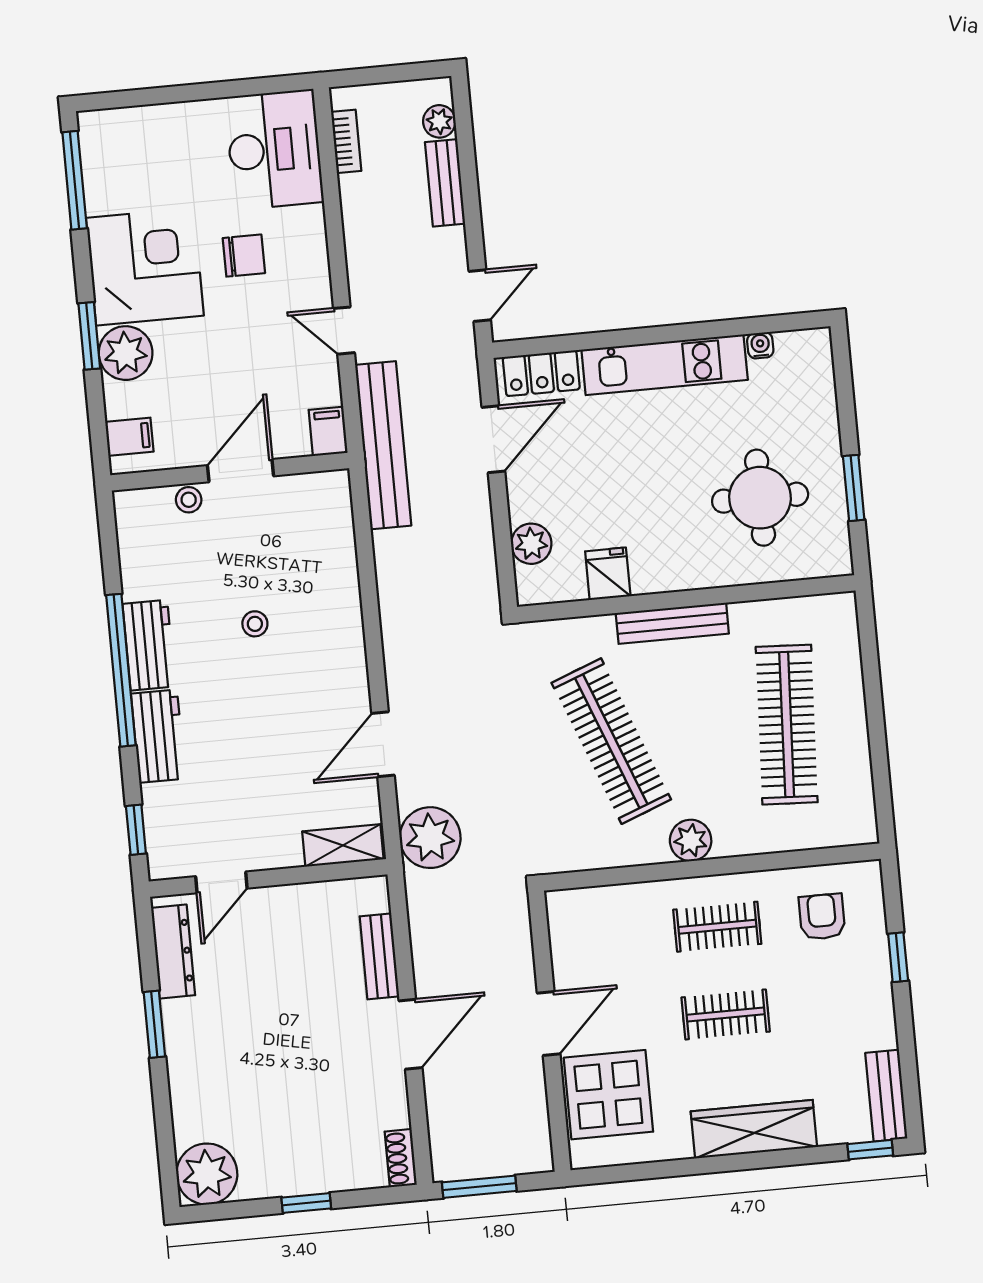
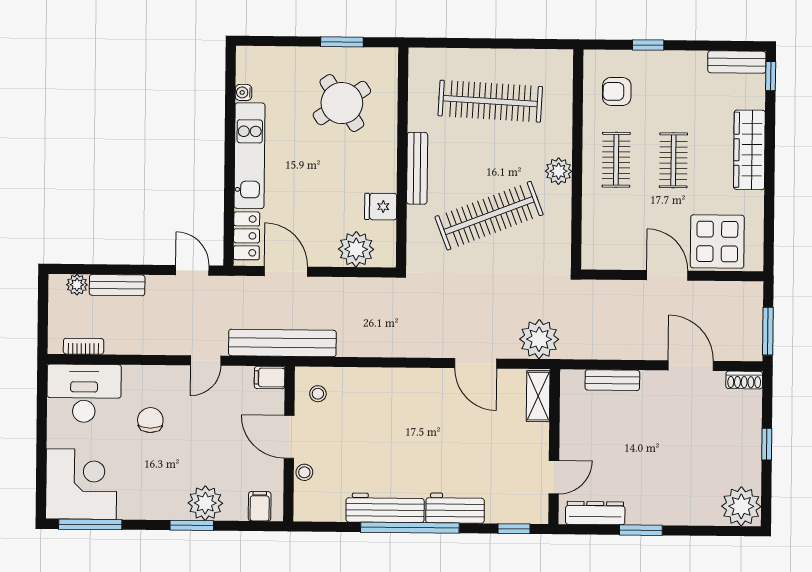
corner desk: (145, 267) -> (81, 484), moved, turned 90
round table: (760, 498) -> (342, 103), turned -34
plant: (531, 544) -> (356, 249), width x1.36, depth x1.36
stool: (255, 624) -> (318, 394), moved
workbench: (149, 645) -> (385, 508), width x1.38
door: (221, 882) -> (554, 477), hinge flipped
door: (410, 1034) -> (691, 366), moved

